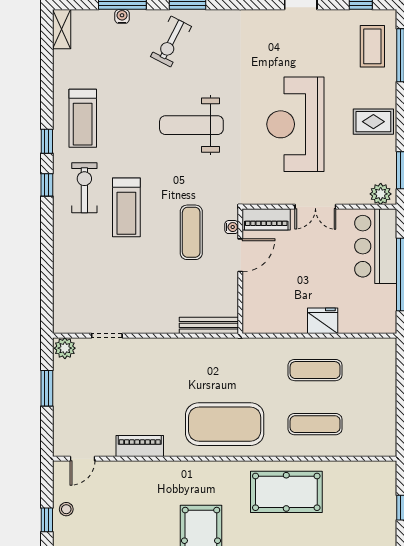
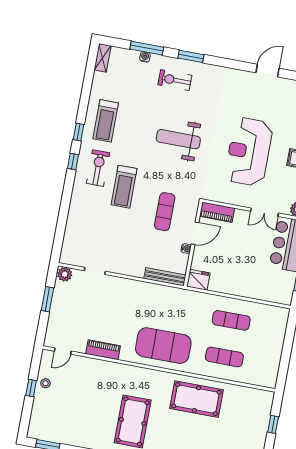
exercise bike: (171, 42) -> (175, 80), turned 63
double door: (315, 207) -> (264, 212), moved
water cooler: (232, 227) -> (186, 249), moved
fridge: (323, 321) -> (198, 280), moved

